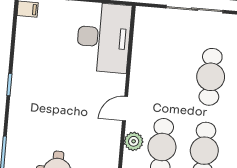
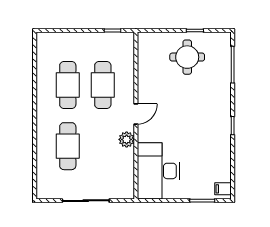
plant: (134, 141) -> (127, 139), moved

